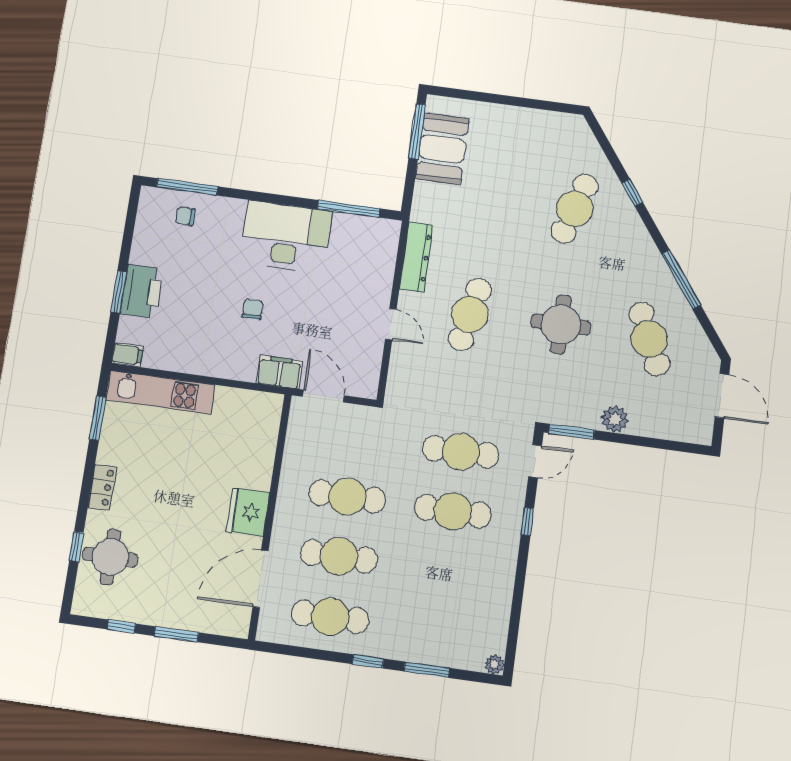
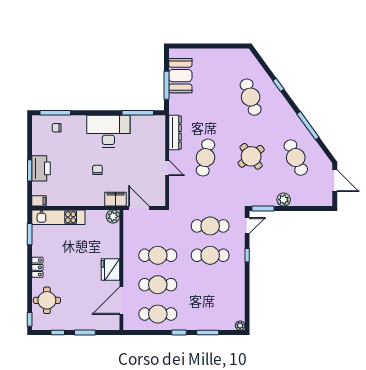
window: (417, 132) -> (166, 85), moved
cafe table: (575, 209) -> (251, 97), turned -36
round table: (561, 324) -> (251, 156), turned -38
plant: (269, 406) -> (113, 216), added
window: (76, 547) -> (30, 319), moved

